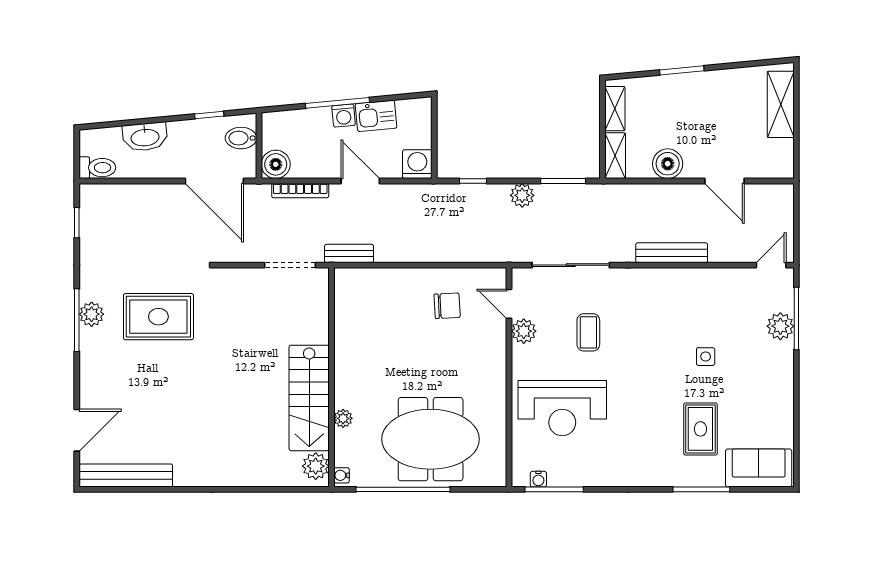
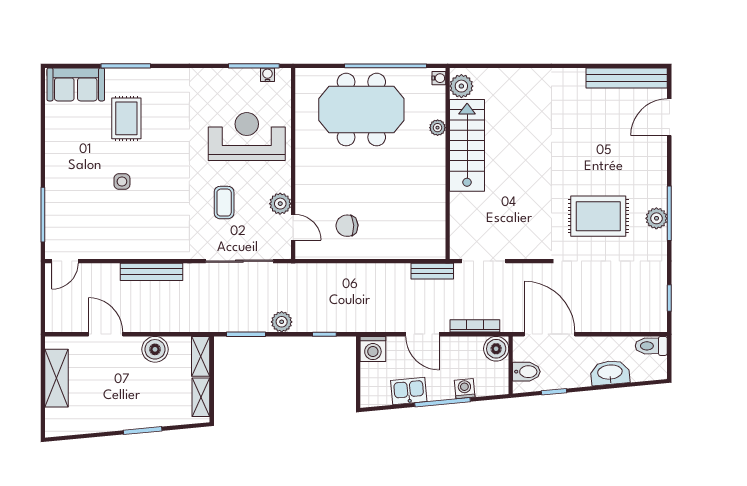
shelving: (781, 104) -> (57, 378), moved
washing machine: (344, 116) -> (465, 389), moved
plant: (780, 326) -> (57, 208), removed

